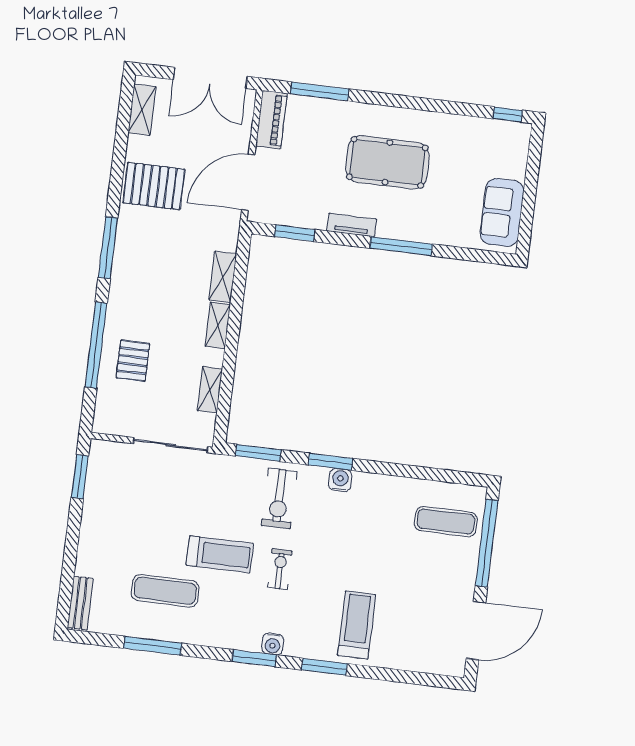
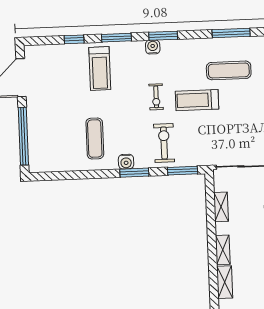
exercise mat: (446, 521) -> (95, 138), moved, turned 90
window: (388, 675) -> (74, 39), added

